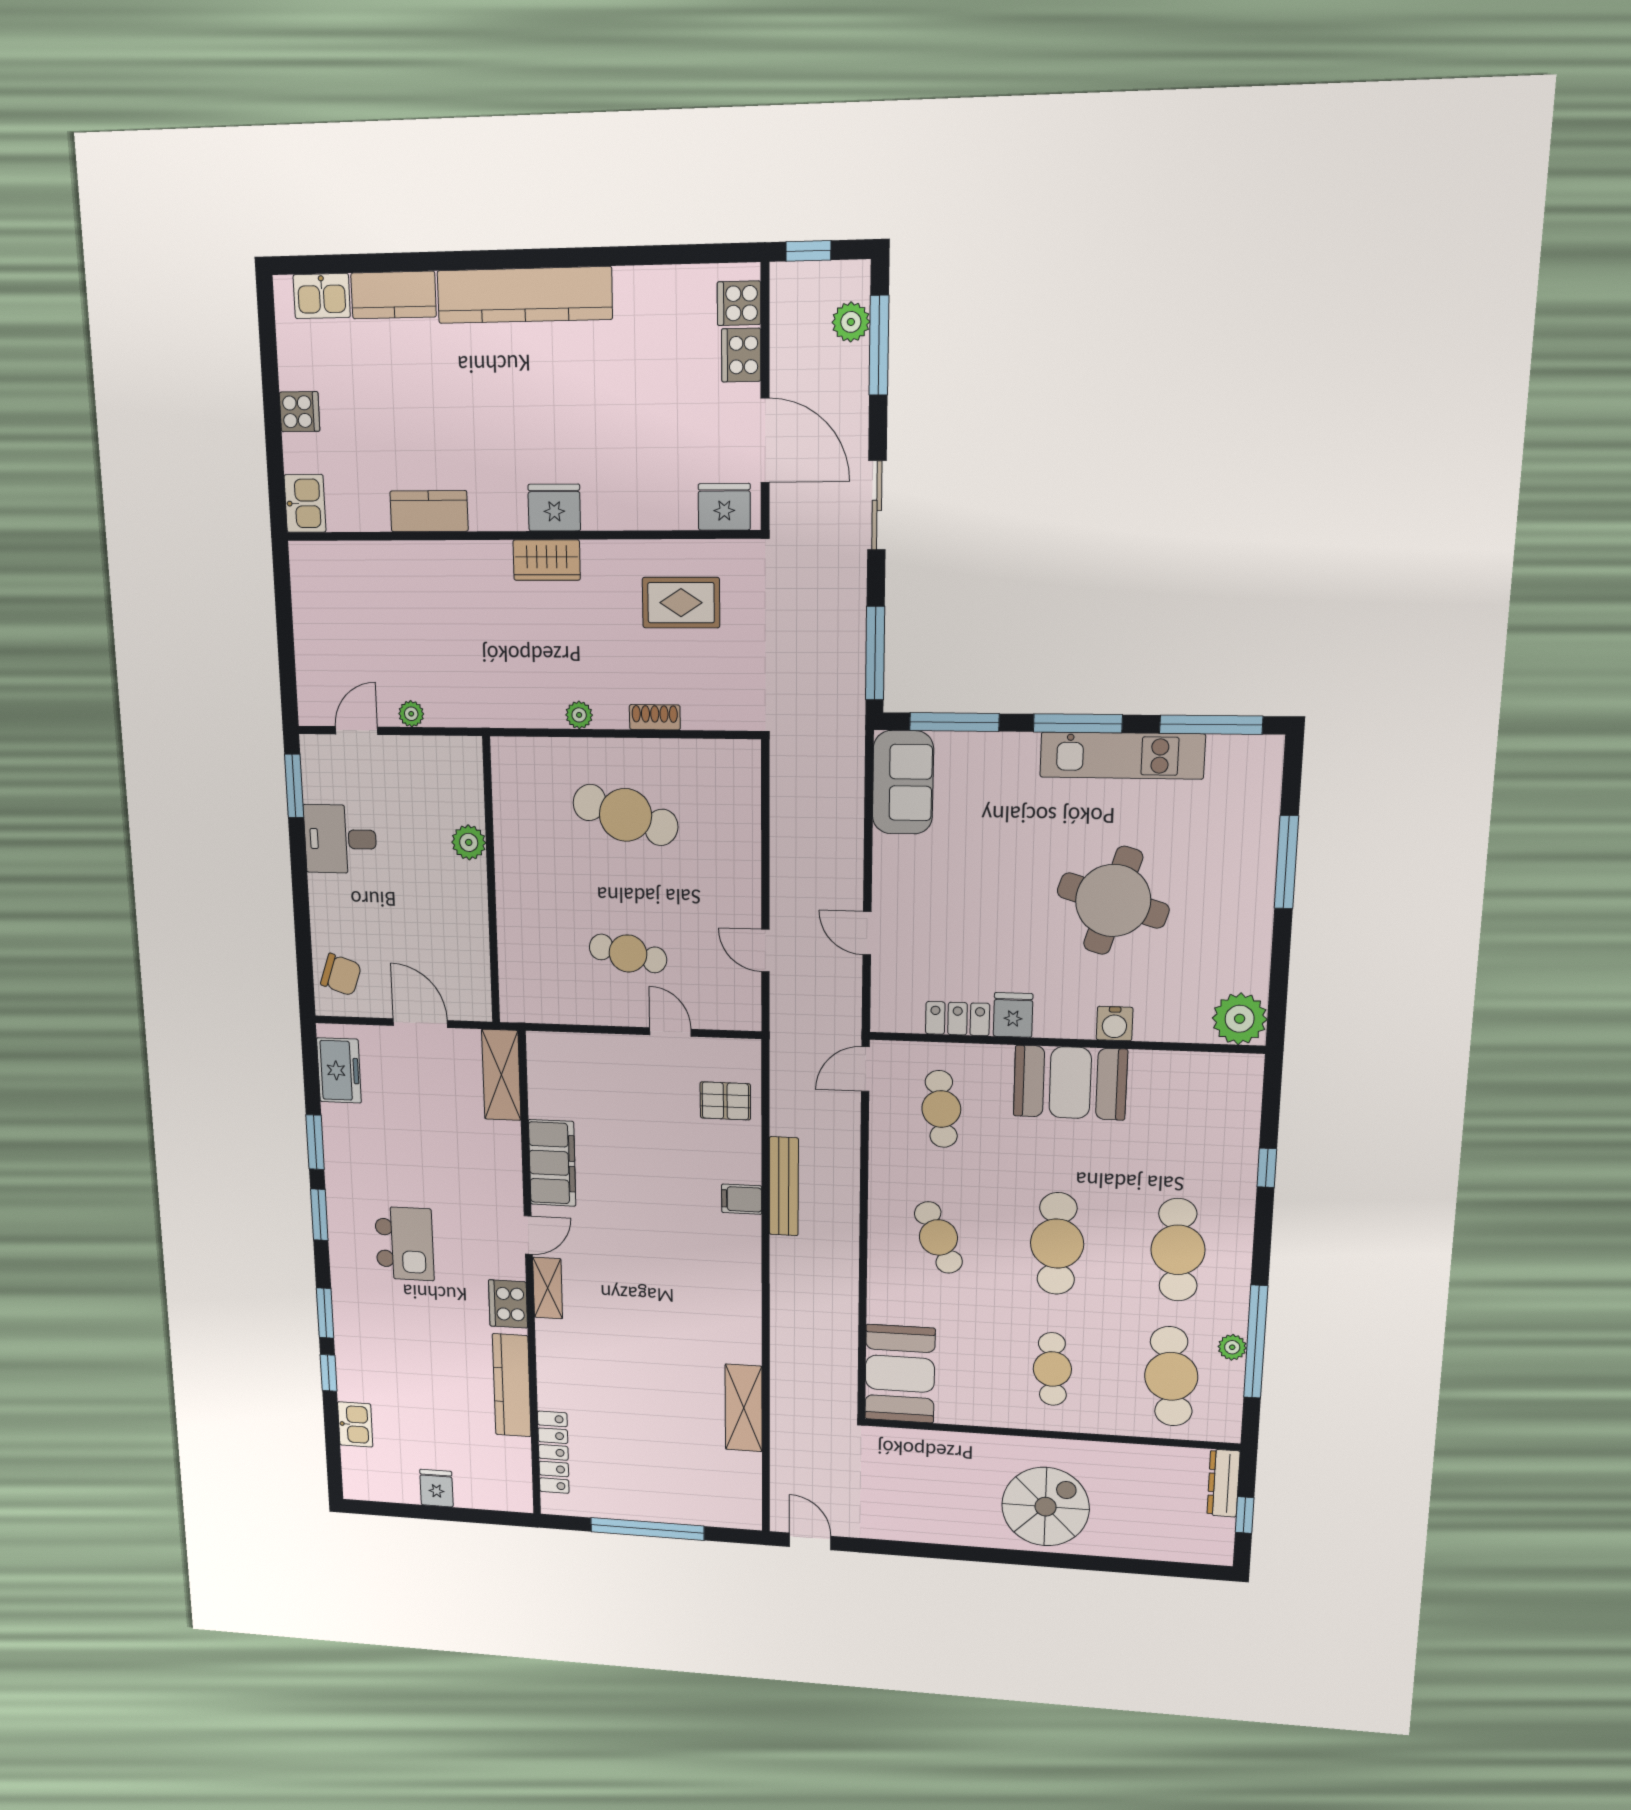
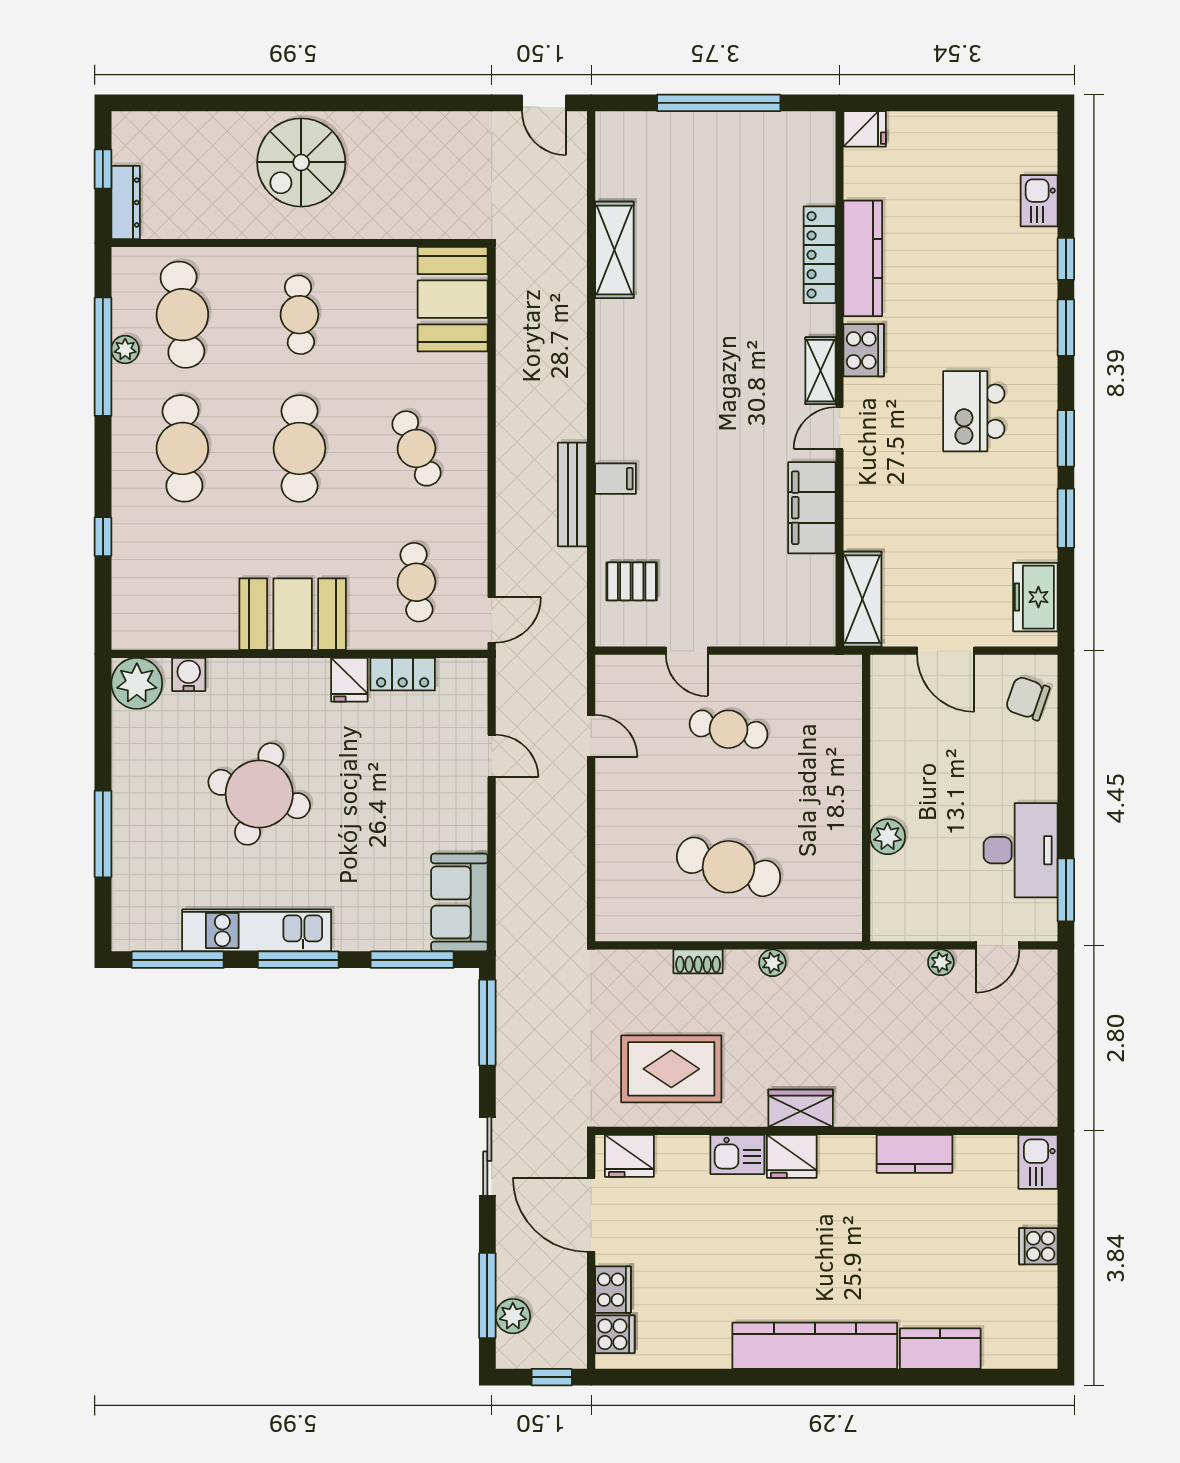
kitchen sink: (322, 296) -> (737, 1154), moved, turned 180
rug: (681, 603) -> (671, 1069), width x1.36, depth x1.43
desk: (340, 839) -> (1021, 850), width x1.37
water cooler: (1115, 1024) -> (189, 674), moved
locker: (553, 1452) -> (820, 255), moved
fridge: (436, 1488) -> (865, 129), moved, turned -90

